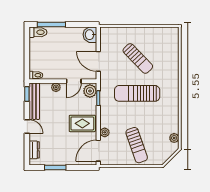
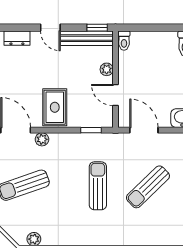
door: (98, 61) -> (144, 130), hinge flipped
plant: (90, 91) -> (101, 118), removed
sun lounger: (137, 93) -> (98, 186), width x0.73, depth x0.75
door: (27, 127) -> (50, 28), hinge flipped

